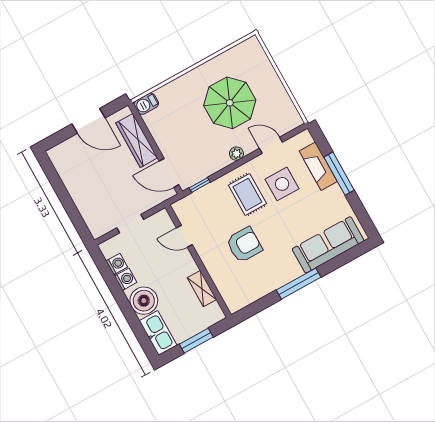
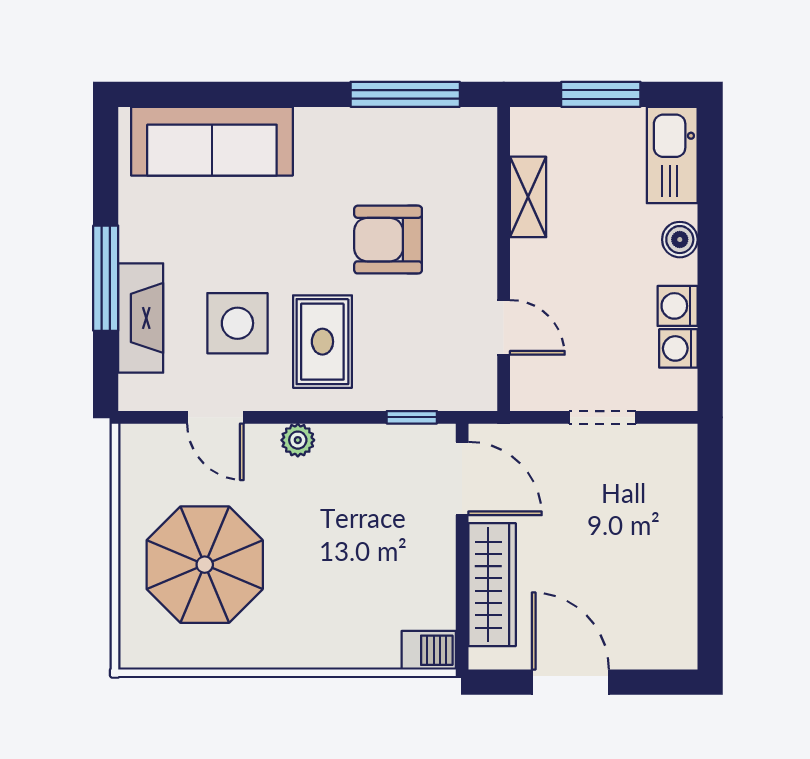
parasol: (230, 103) -> (205, 565), moved
window: (299, 284) -> (405, 94), moved
boiler: (144, 301) -> (680, 240), width x0.54, depth x0.54

